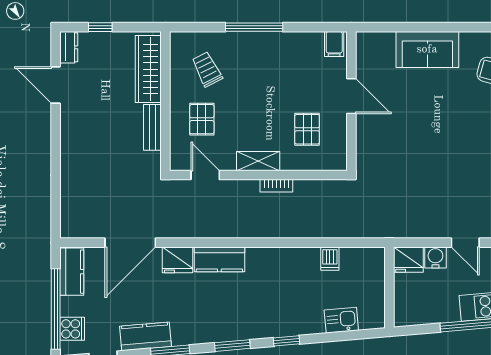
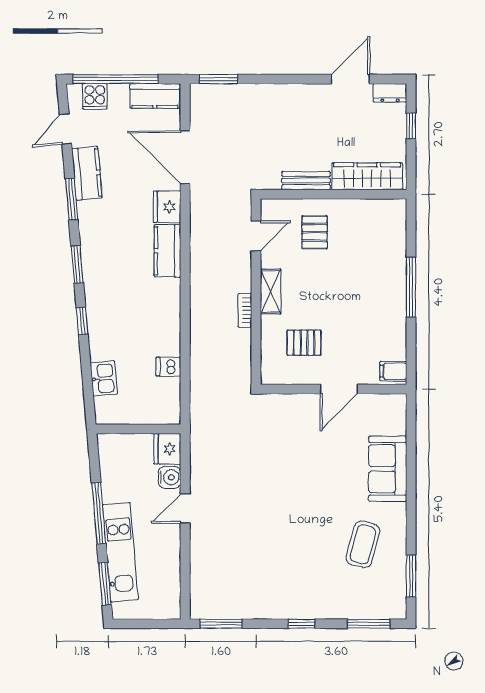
trolley: (207, 69) -> (367, 238), removed
pallet: (202, 119) -> (315, 232), turned 90
window: (56, 211) -> (218, 79), added

